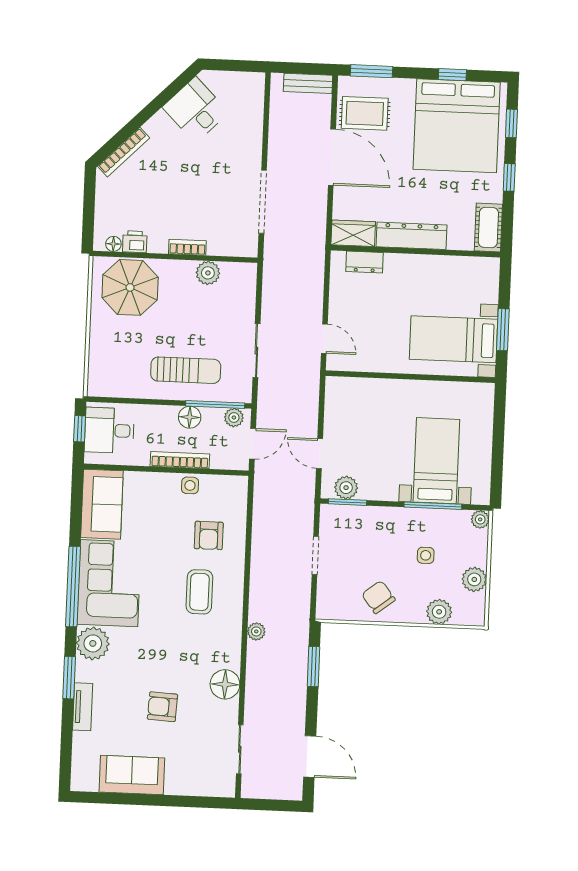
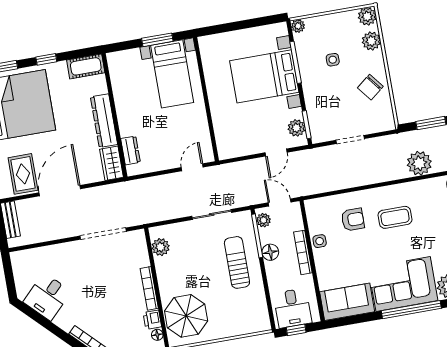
bookcase: (187, 247) -> (149, 288), width x1.56
plant: (208, 273) -> (161, 247), moved
bed with nightstands: (436, 461) -> (264, 76), width x1.36
plant: (474, 579) -> (367, 16), moved
plant: (256, 631) -> (419, 163), width x1.88, depth x1.88

